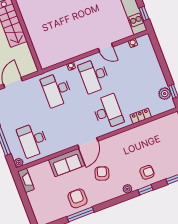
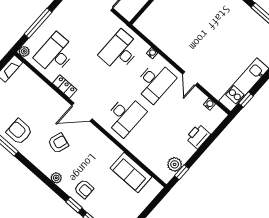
printer: (153, 65) -> (198, 136), added
desk: (94, 76) -> (155, 82), turned 180
locker: (141, 116) -> (65, 86), moved
sofa: (67, 163) -> (131, 172), moved
window: (145, 190) -> (74, 205), moved
armchair: (78, 198) -> (19, 132), turned -90

